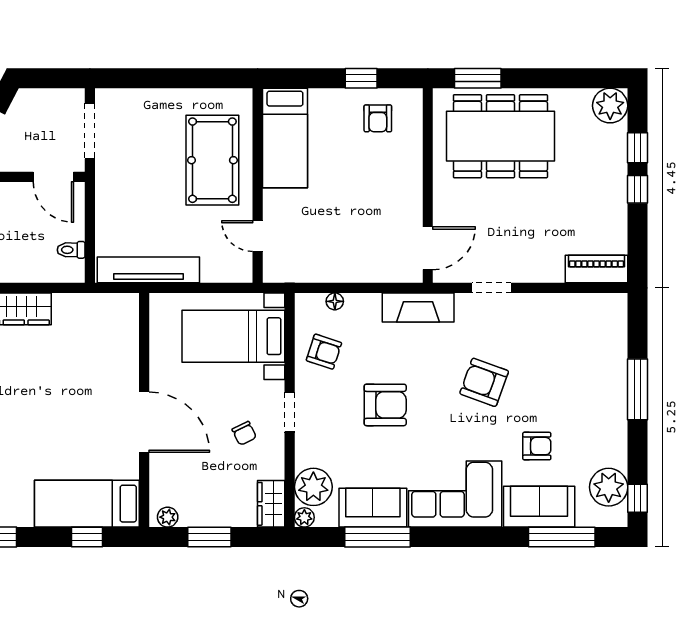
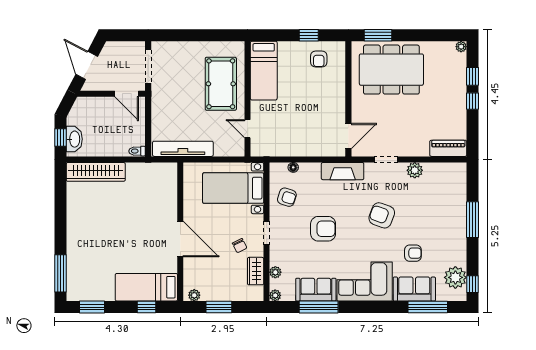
plant: (610, 106) -> (461, 47), width x0.53, depth x0.53
toilet: (71, 250) -> (137, 151), moved
plant: (540, 306) -> (415, 170), added
plant: (313, 487) -> (275, 272), width x0.53, depth x0.53
wardrobe: (271, 504) -> (256, 271), moved

